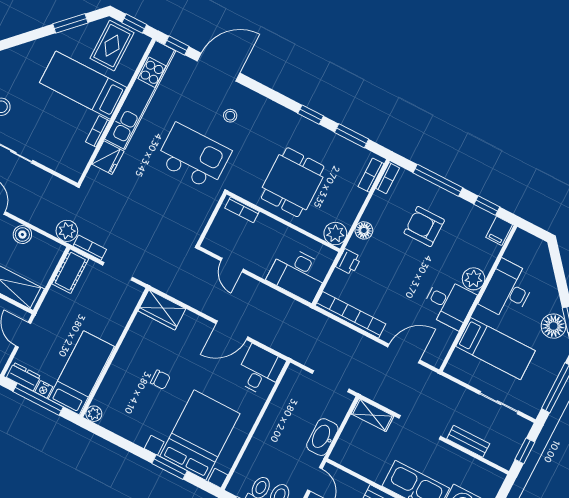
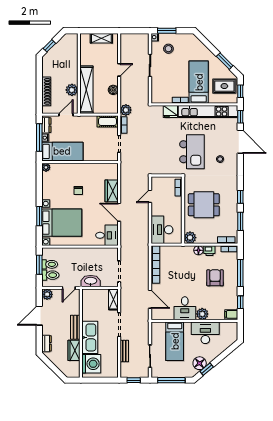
printer: (348, 262) -> (209, 251), moved
wardrobe: (162, 310) -> (112, 191), moved

